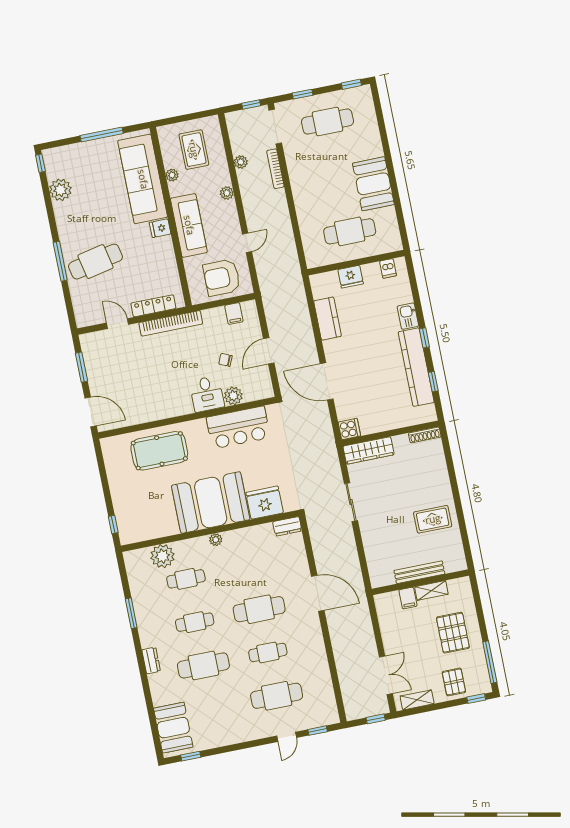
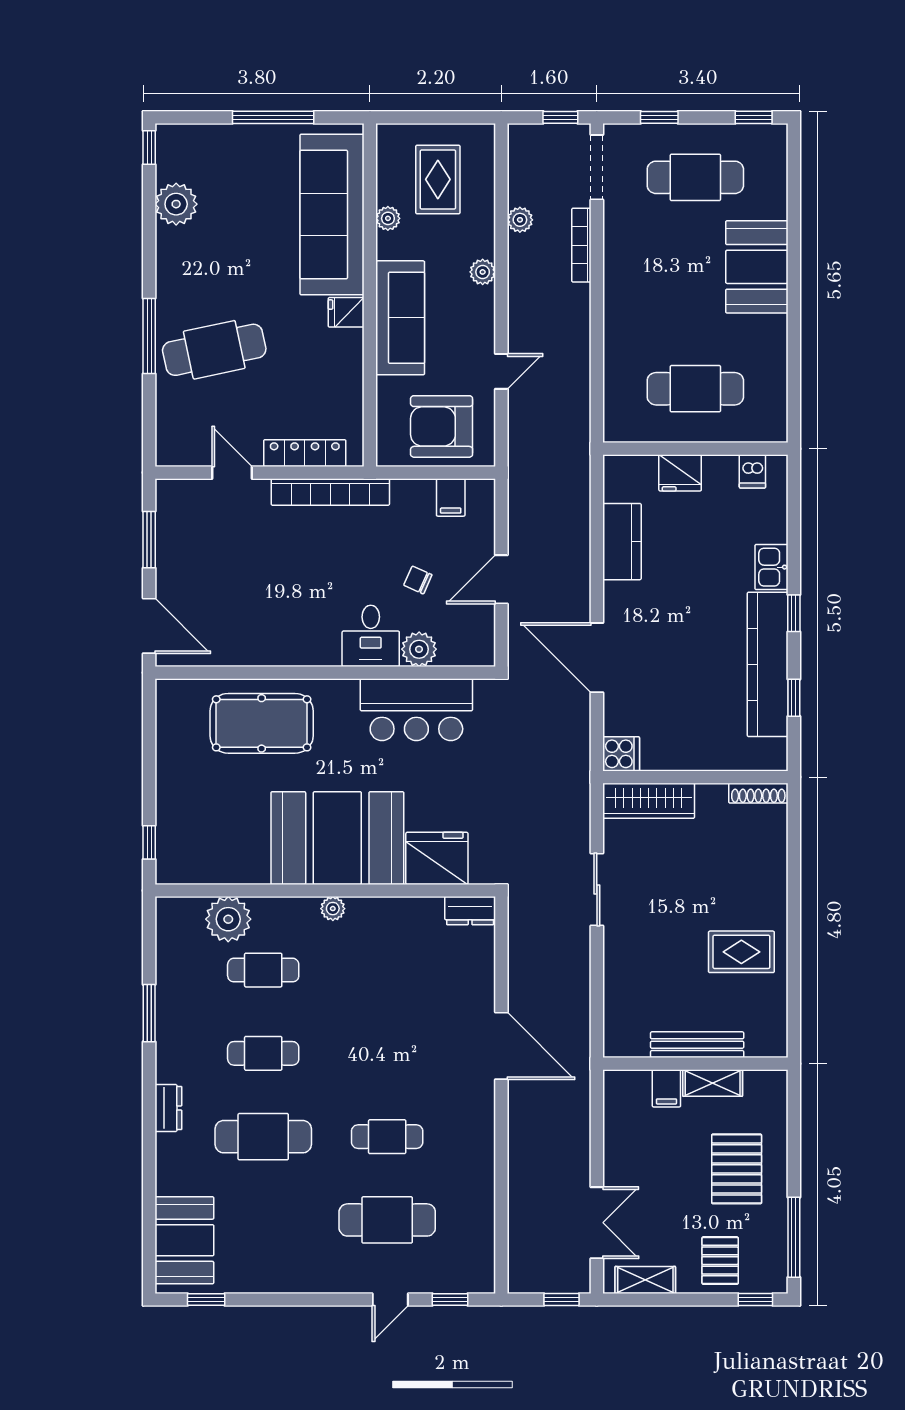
booth: (373, 184) -> (757, 267), moved
cafe table: (259, 609) -> (387, 1053), removed

